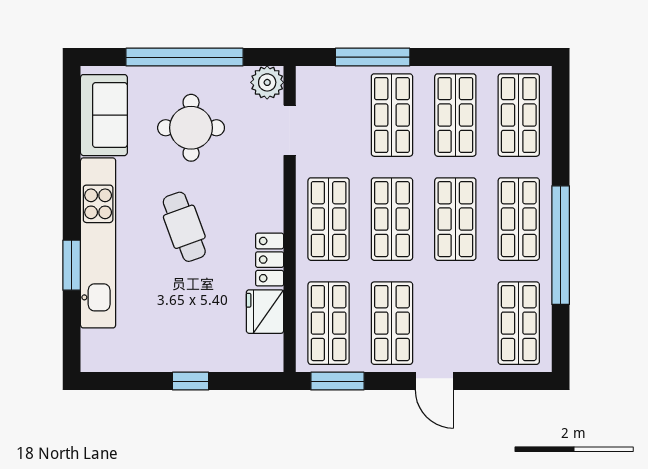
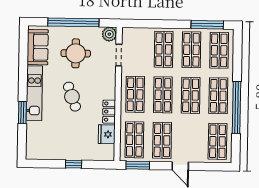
window: (373, 57) -> (207, 25), moved
kitchen unit: (98, 243) -> (34, 93), width x0.73

